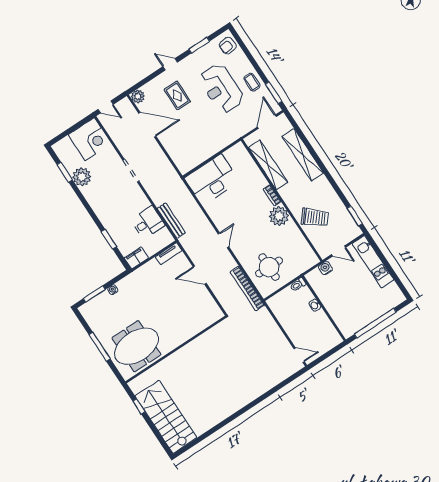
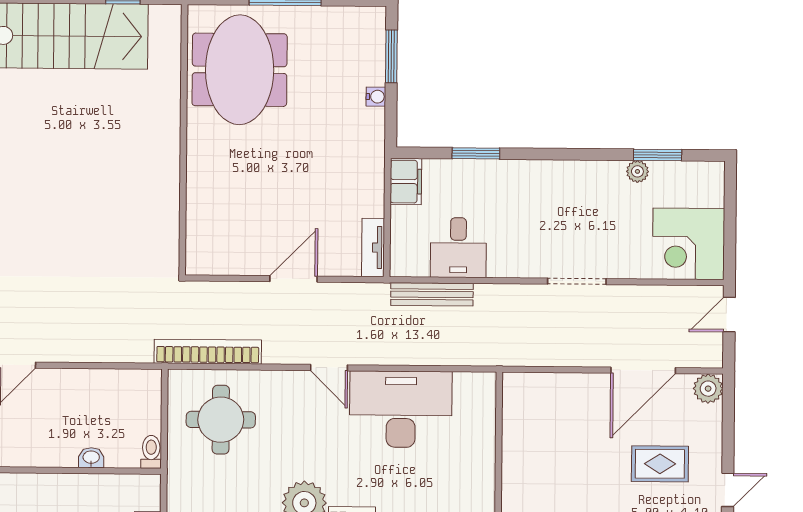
plant: (82, 177) -> (637, 171), width x0.53, depth x0.53
desk: (212, 180) -> (401, 409), moved, turned -90

